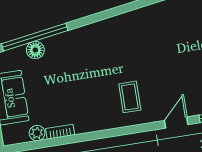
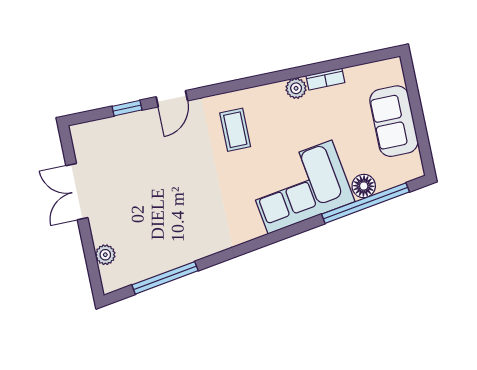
corner sofa: (83, 52) -> (300, 187), added
plant: (37, 133) -> (296, 88), moved

